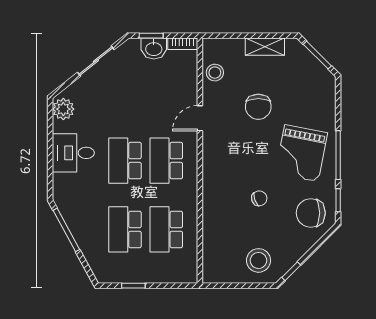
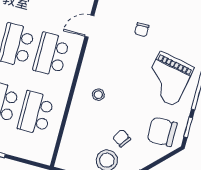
chair: (258, 107) -> (142, 30), width x0.54, depth x0.54
stool: (230, 191) -> (98, 95), added
chair: (259, 198) -> (122, 138), moved, turned -125

